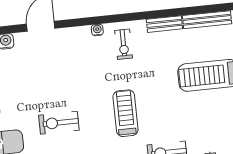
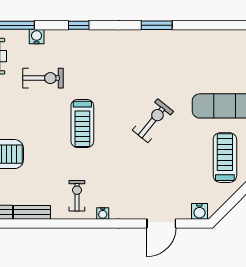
exercise bike: (59, 123) -> (153, 121), turned -51

